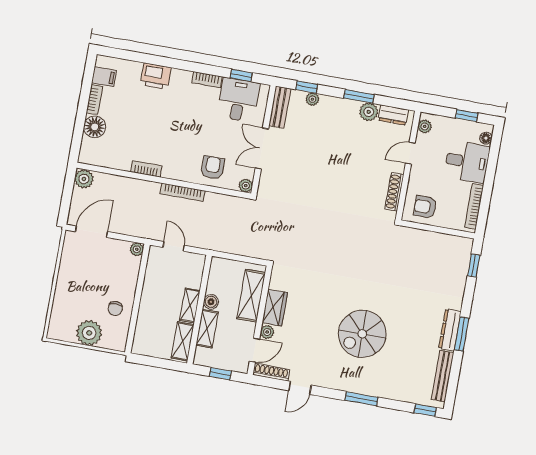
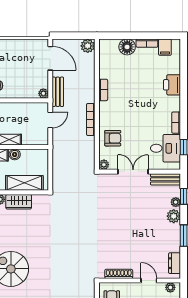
plant: (369, 112) -> (174, 216), moved
bench: (138, 230) -> (58, 92), added

